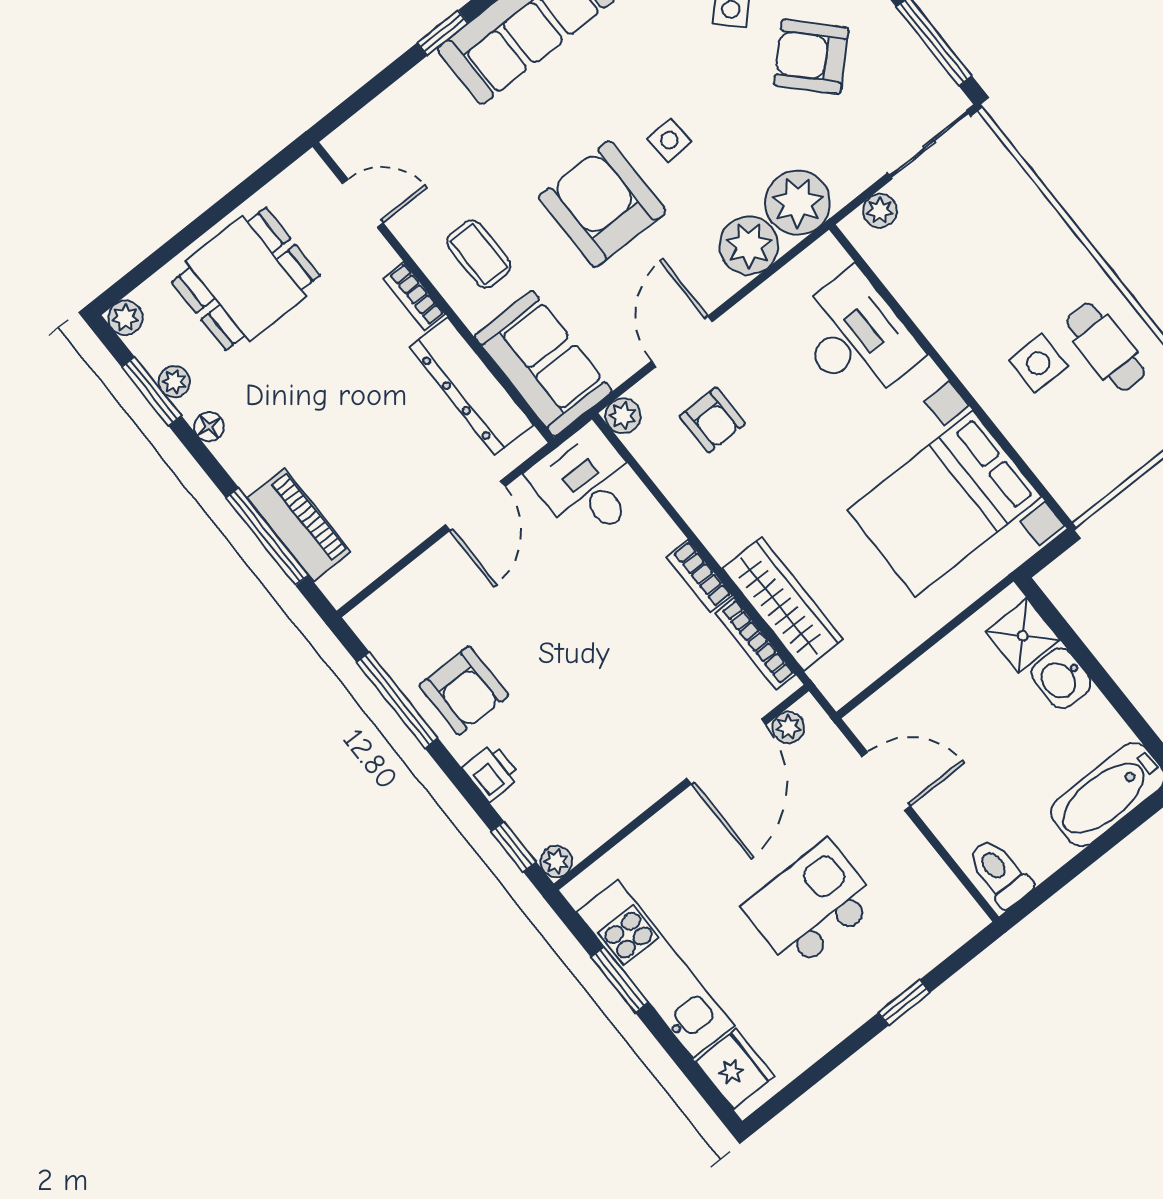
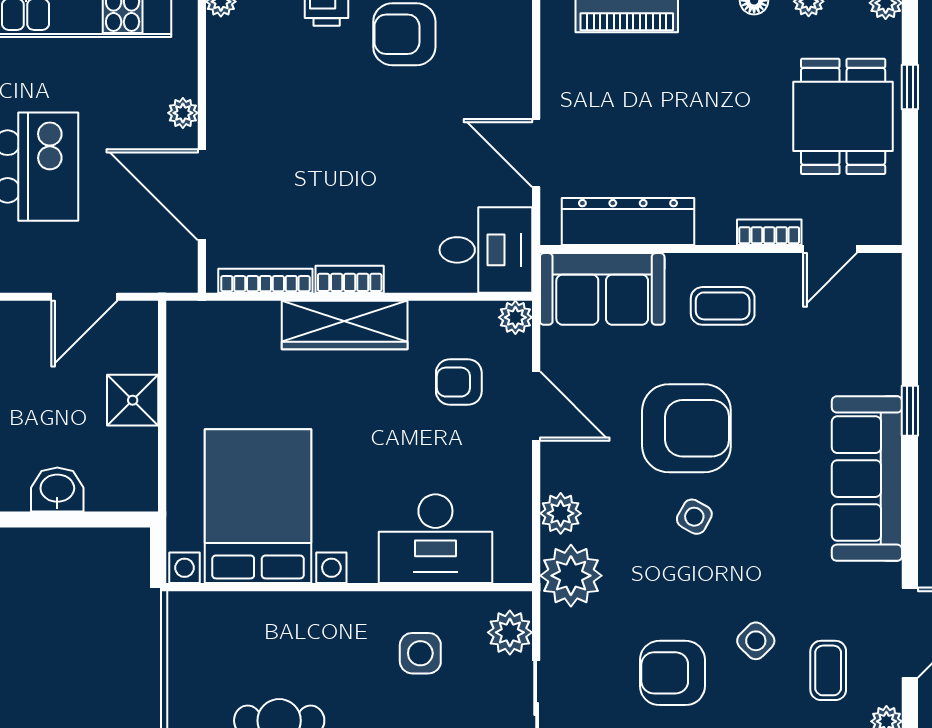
armchair: (811, 57) -> (672, 673), turned -136
side table: (669, 140) -> (694, 517), turned 32
plant: (880, 211) -> (510, 632), width x1.38, depth x1.38
window: (178, 243) -> (910, 87), added
plant: (749, 245) -> (561, 513), width x0.73, depth x0.73
bookcase: (414, 296) -> (769, 232), moved
side table: (1038, 363) -> (420, 653), moved
wardrobe: (783, 604) -> (345, 325), moved
shower: (1023, 636) -> (133, 400), moved
plant: (788, 727) -> (183, 113), moved

